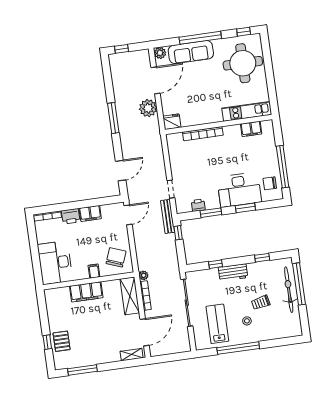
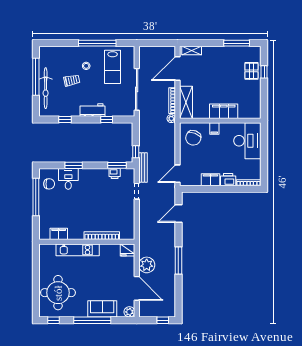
sofa: (191, 52) -> (102, 309), width x0.73
door: (156, 80) -> (137, 288), swing flipped
kitchen unit: (247, 111) -> (78, 250), moved
desk: (239, 190) -> (68, 179), width x0.53, depth x0.77
window: (211, 213) -> (117, 165), moved
window: (299, 284) -> (36, 77), moved

